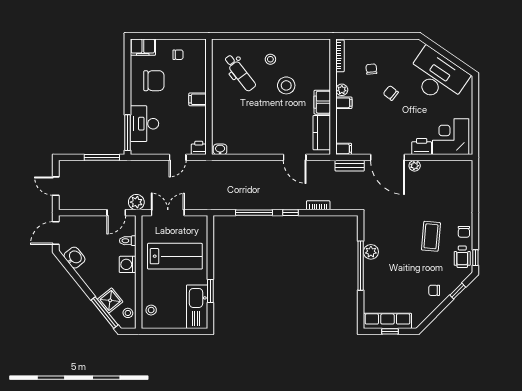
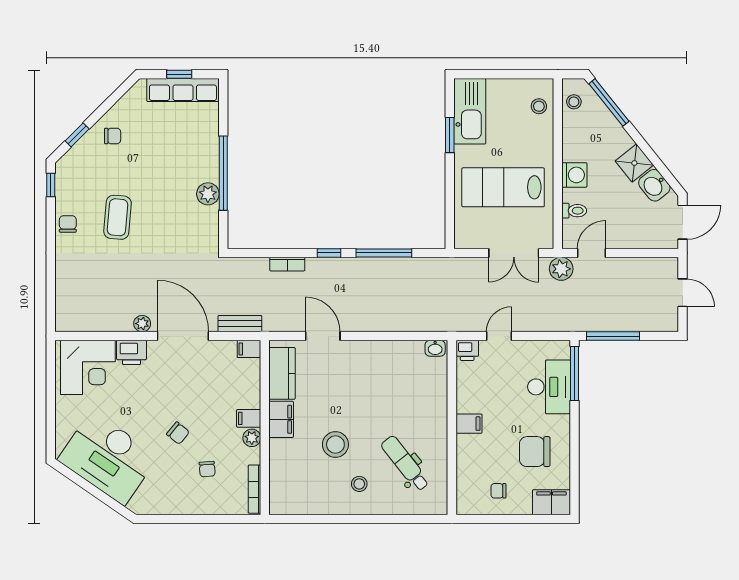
wheelchair: (462, 257) -> (70, 187), removed
shower: (110, 300) -> (634, 163), moved

